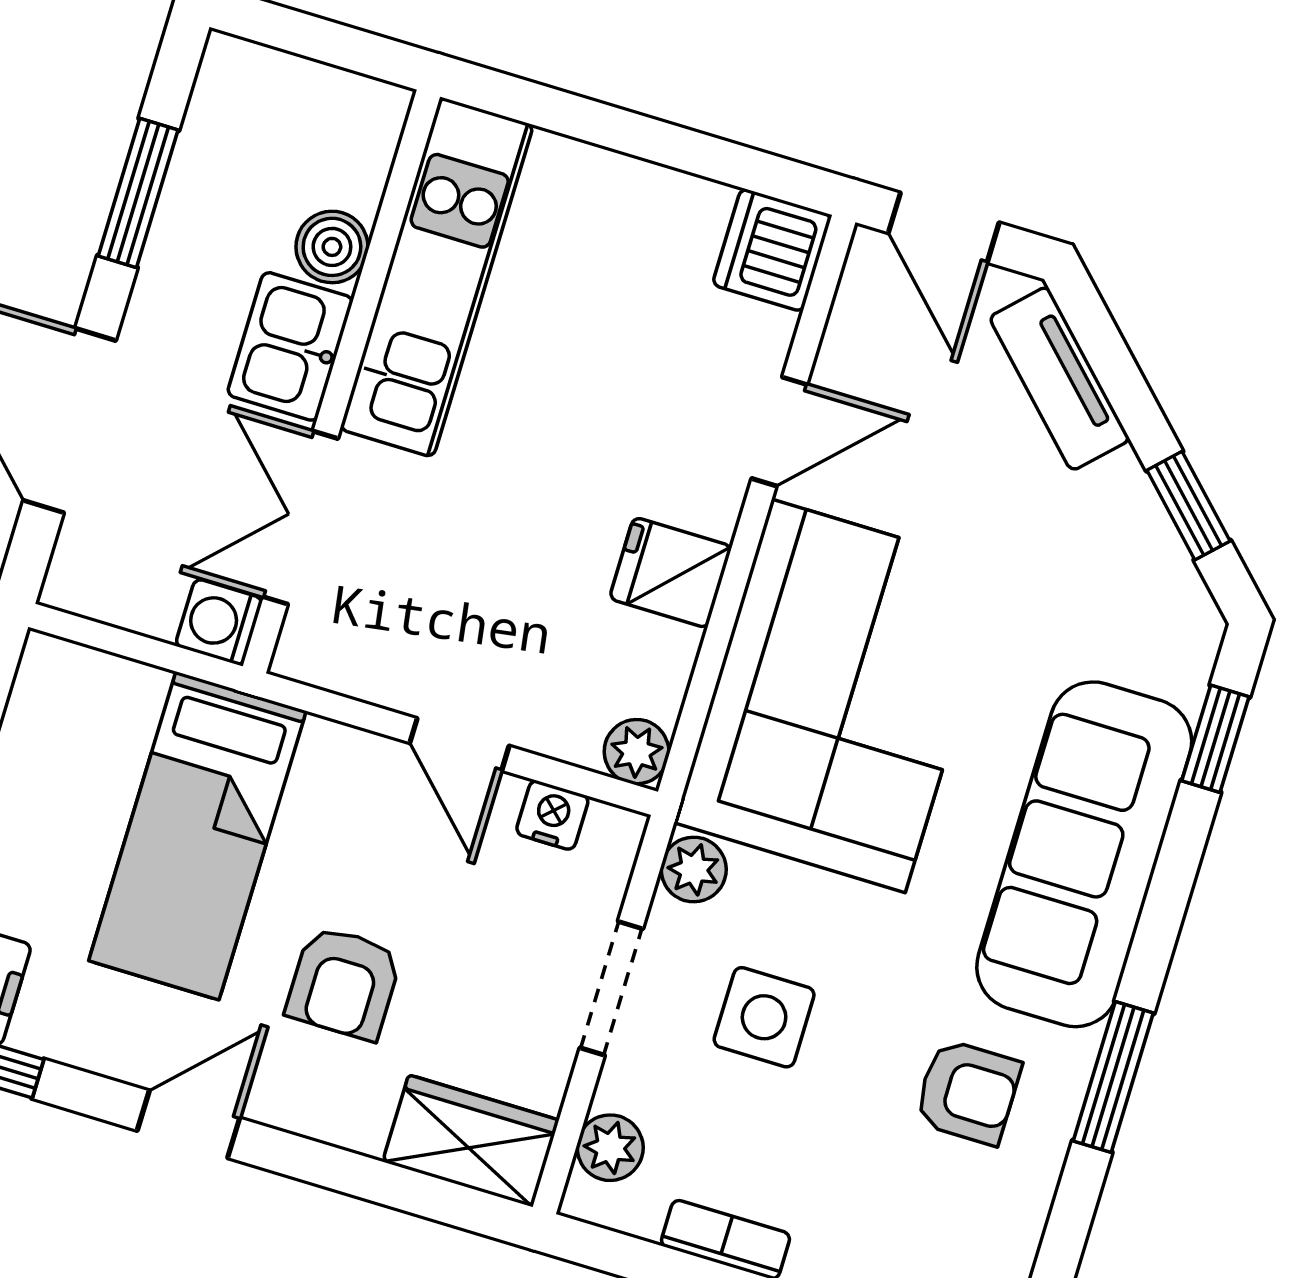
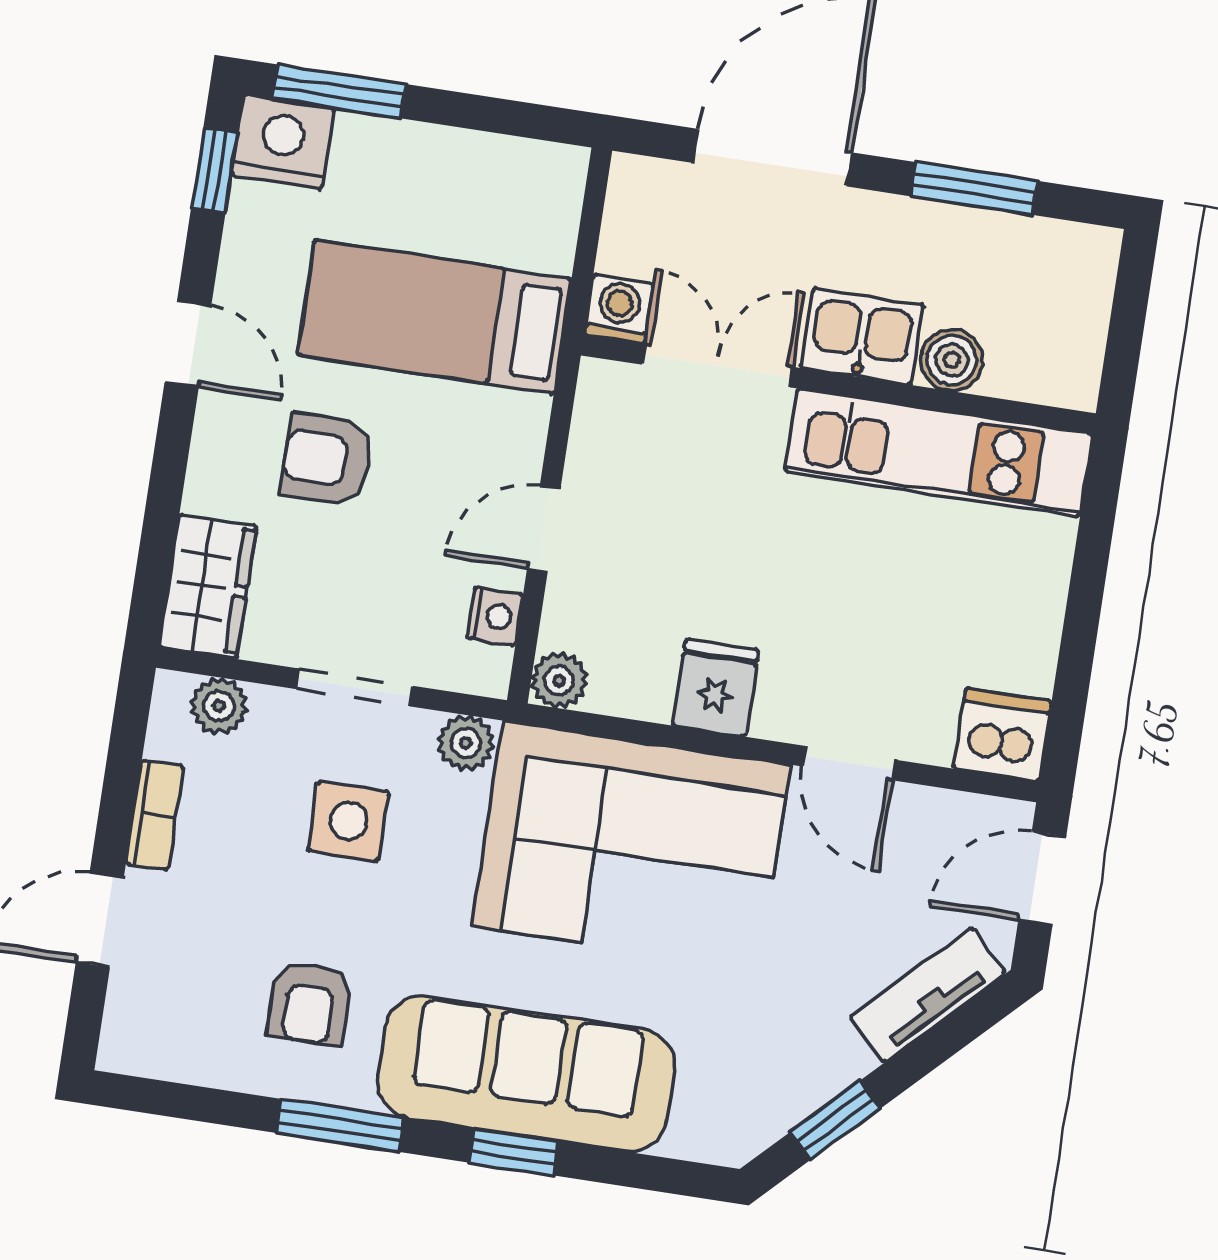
window: (1215, 739) -> (514, 1152), moved

